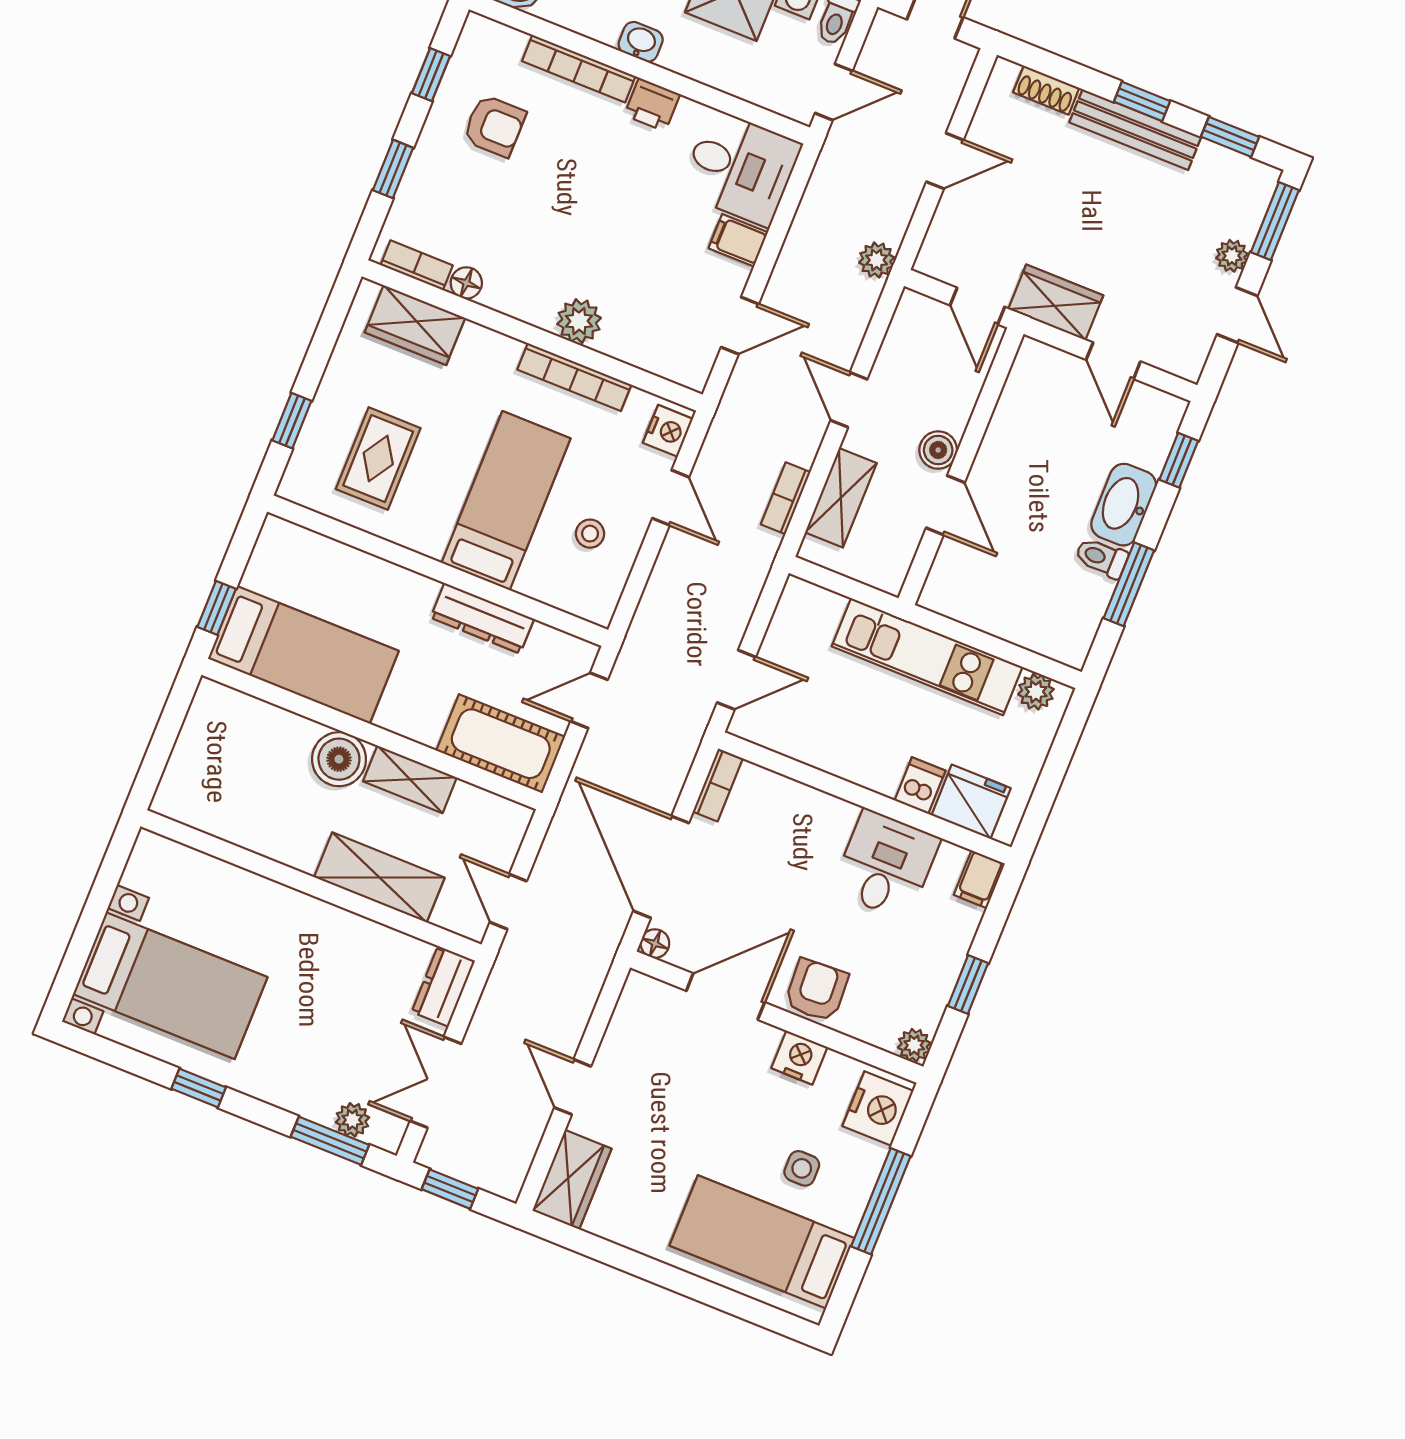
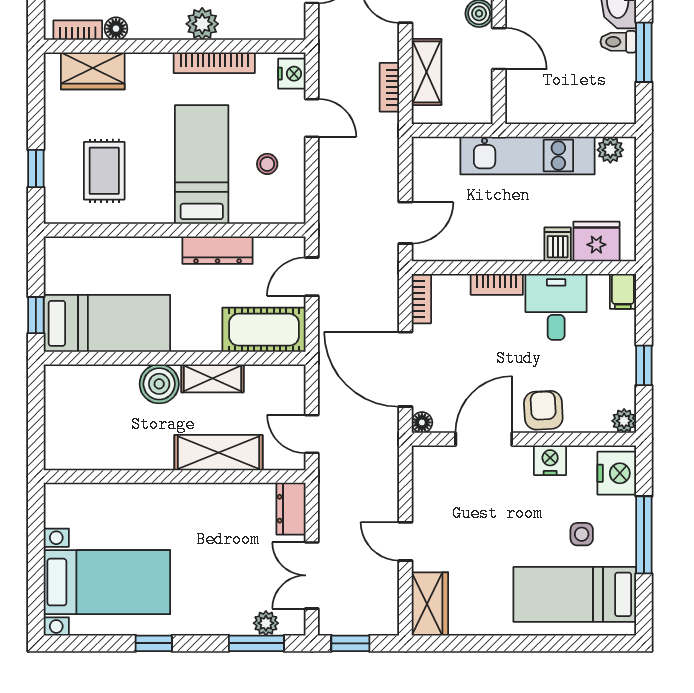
bookcase: (822, 805) -> (497, 284), added

